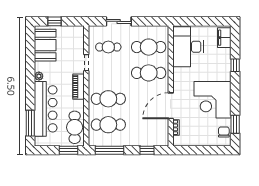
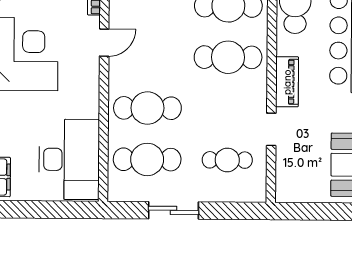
window: (55, 21) -> (334, 212), removed
sliding door: (119, 21) -> (173, 210), moved
door: (171, 106) -> (104, 43), width x0.53

